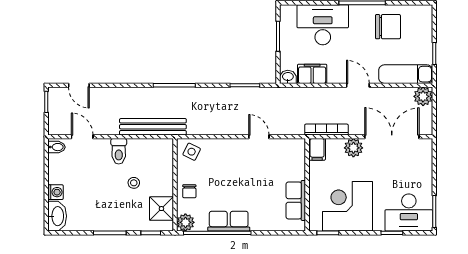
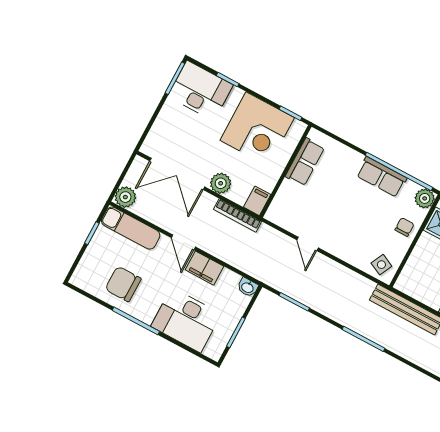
filing cabinet: (312, 74) -> (205, 268), moved

